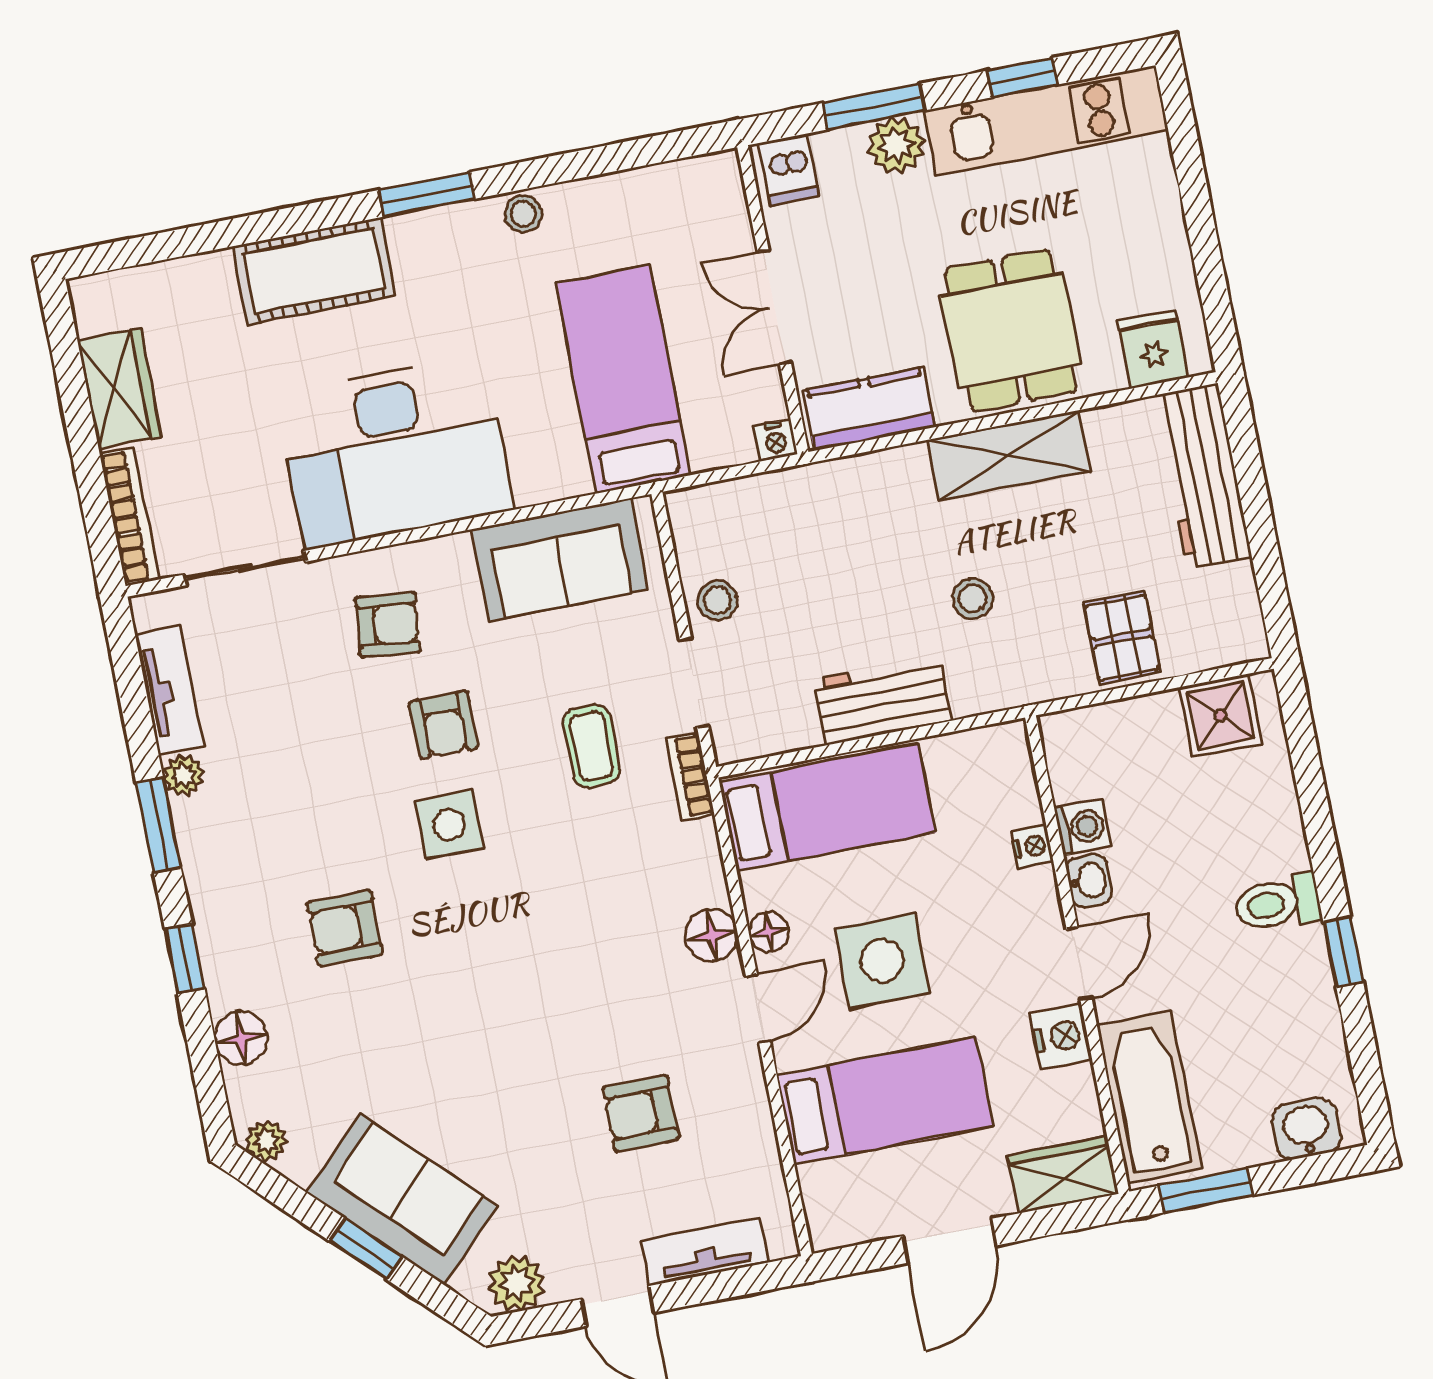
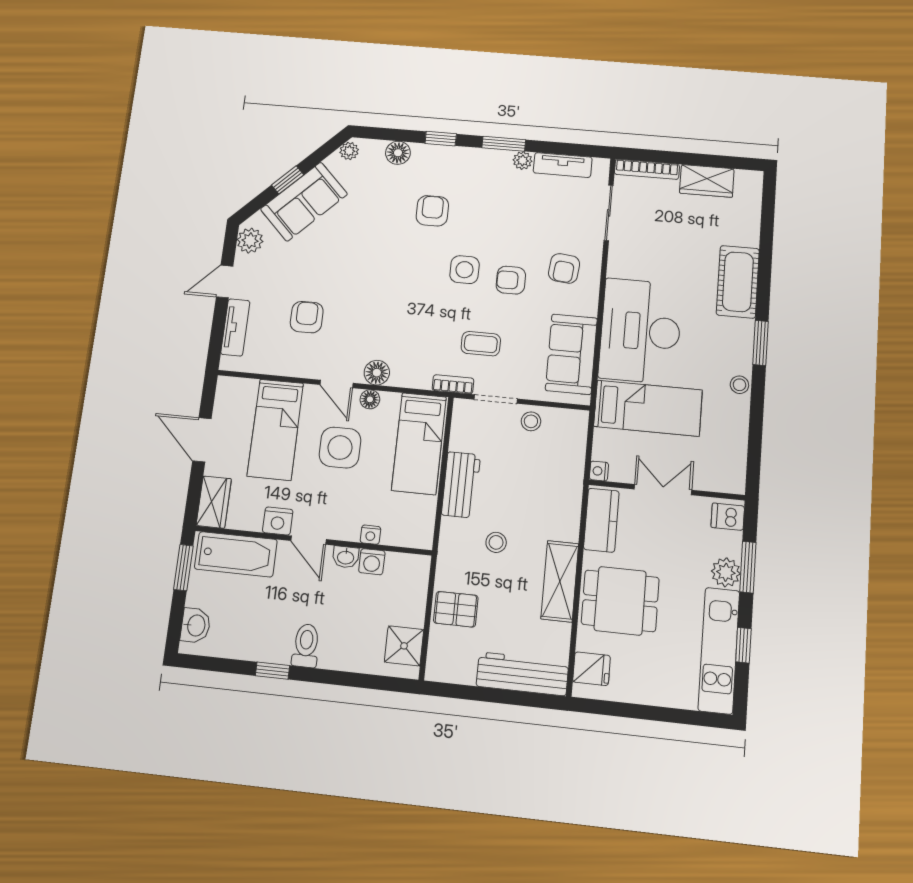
desk: (394, 452) -> (640, 331), moved

